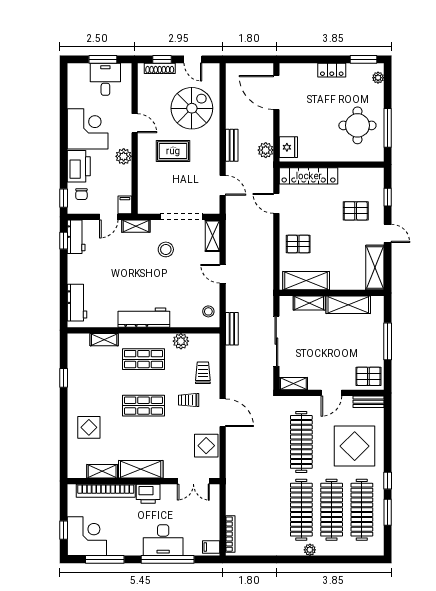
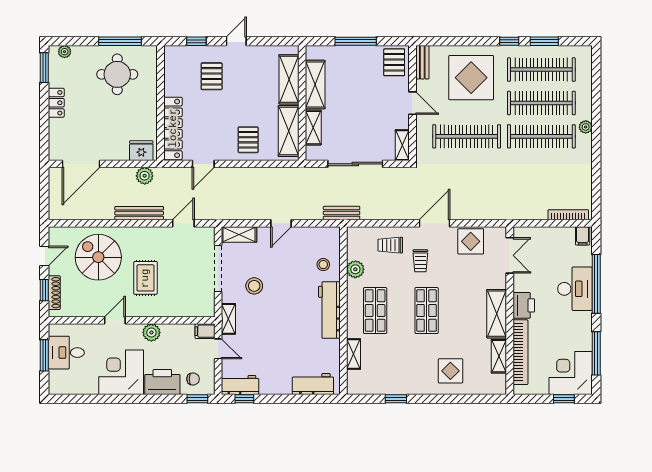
bench: (232, 145) -> (139, 213), width x1.36
shelving: (375, 268) -> (289, 79), moved, turned 90
stool: (208, 311) -> (323, 265), moved

